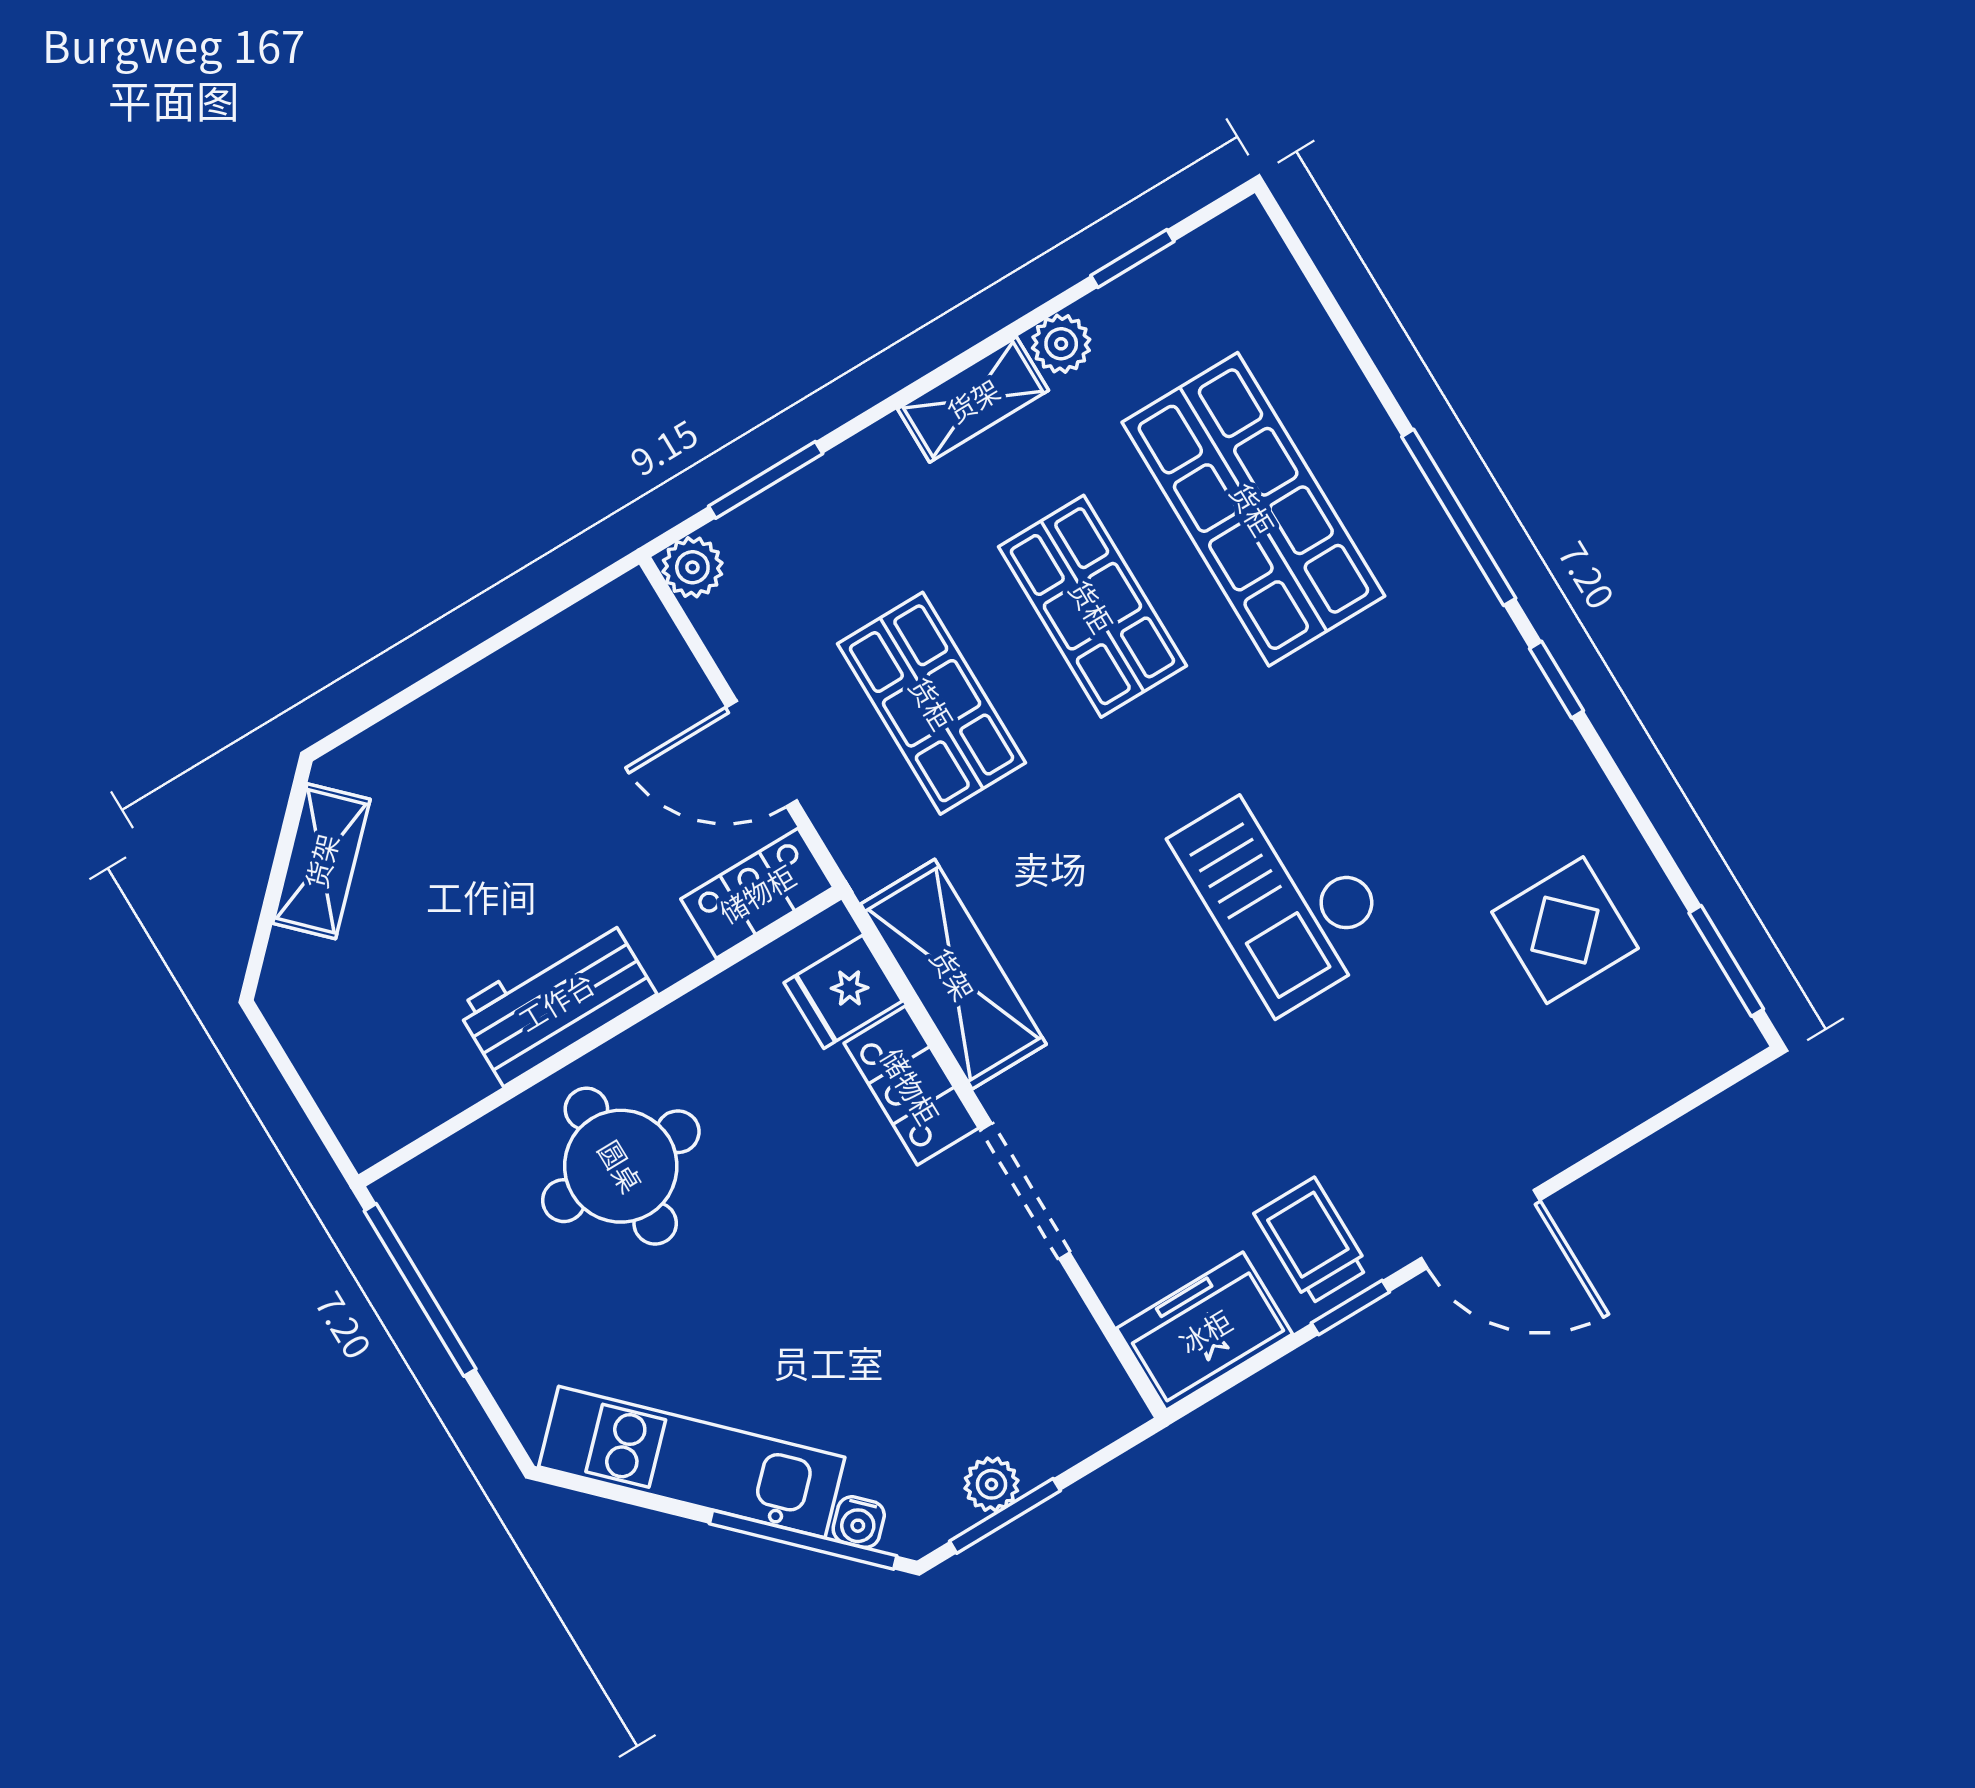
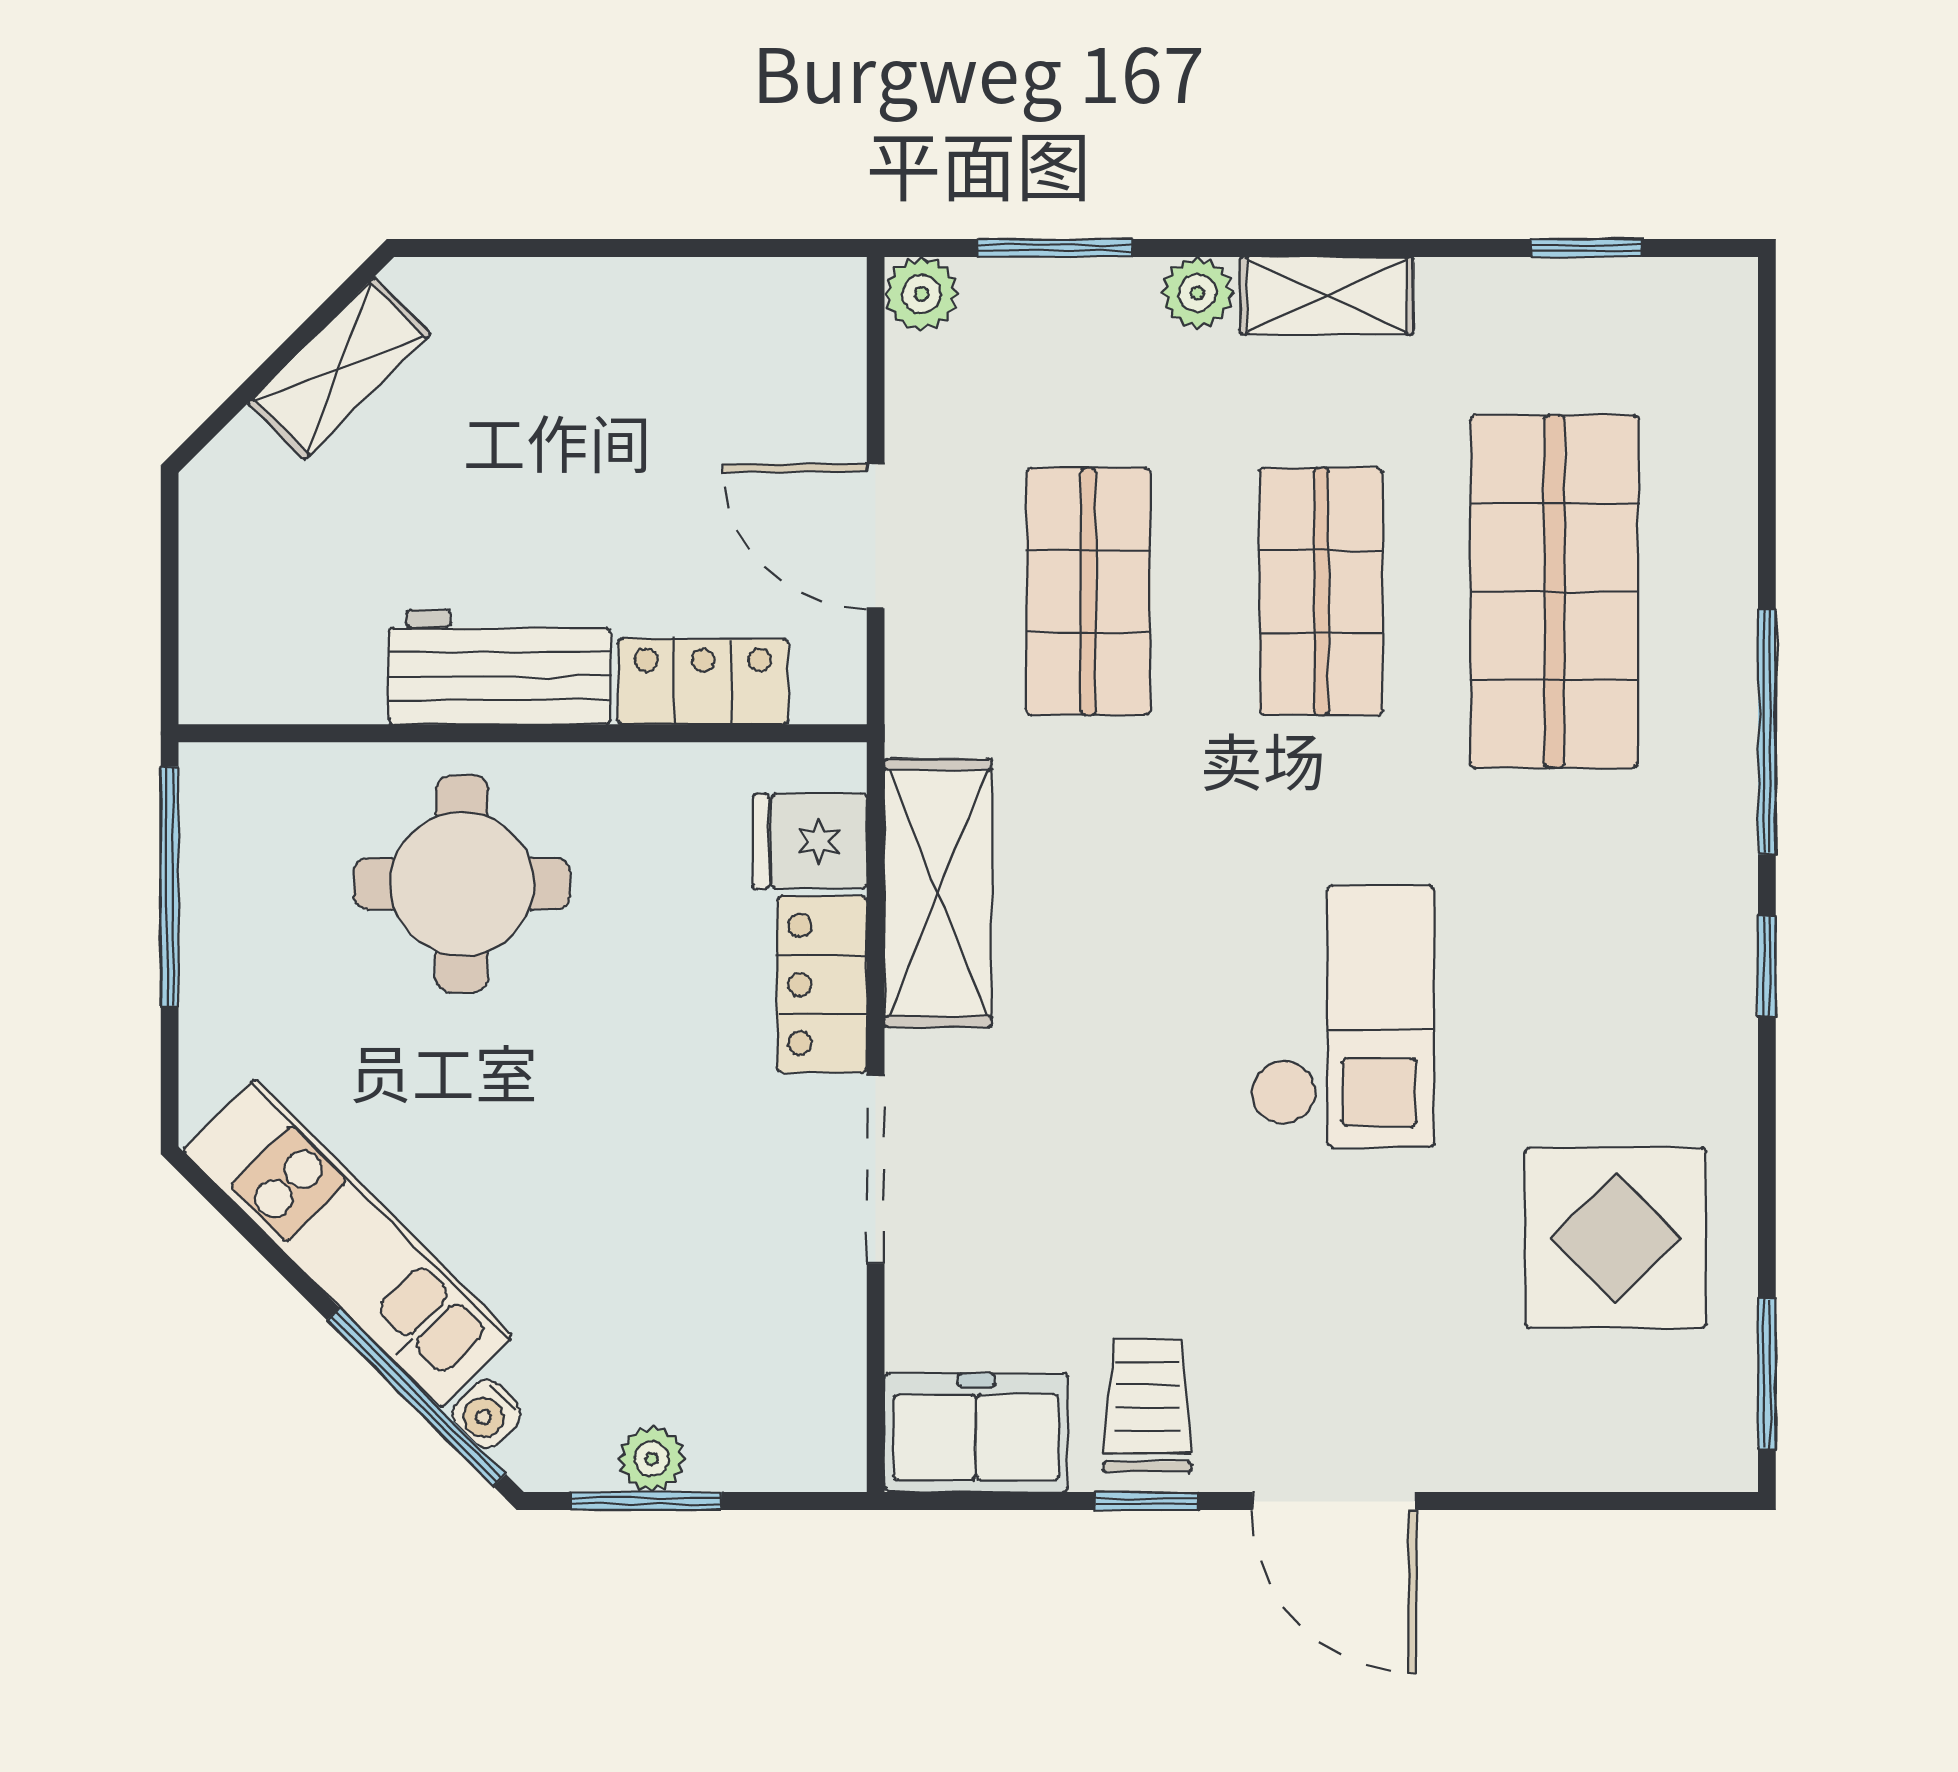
plant: (1061, 344) -> (1198, 293), moved
checkout: (1284, 891) -> (1342, 1016), turned 180
locker: (757, 893) -> (703, 681), moved
display table: (1565, 930) -> (1615, 1238), width x1.36, depth x1.36

